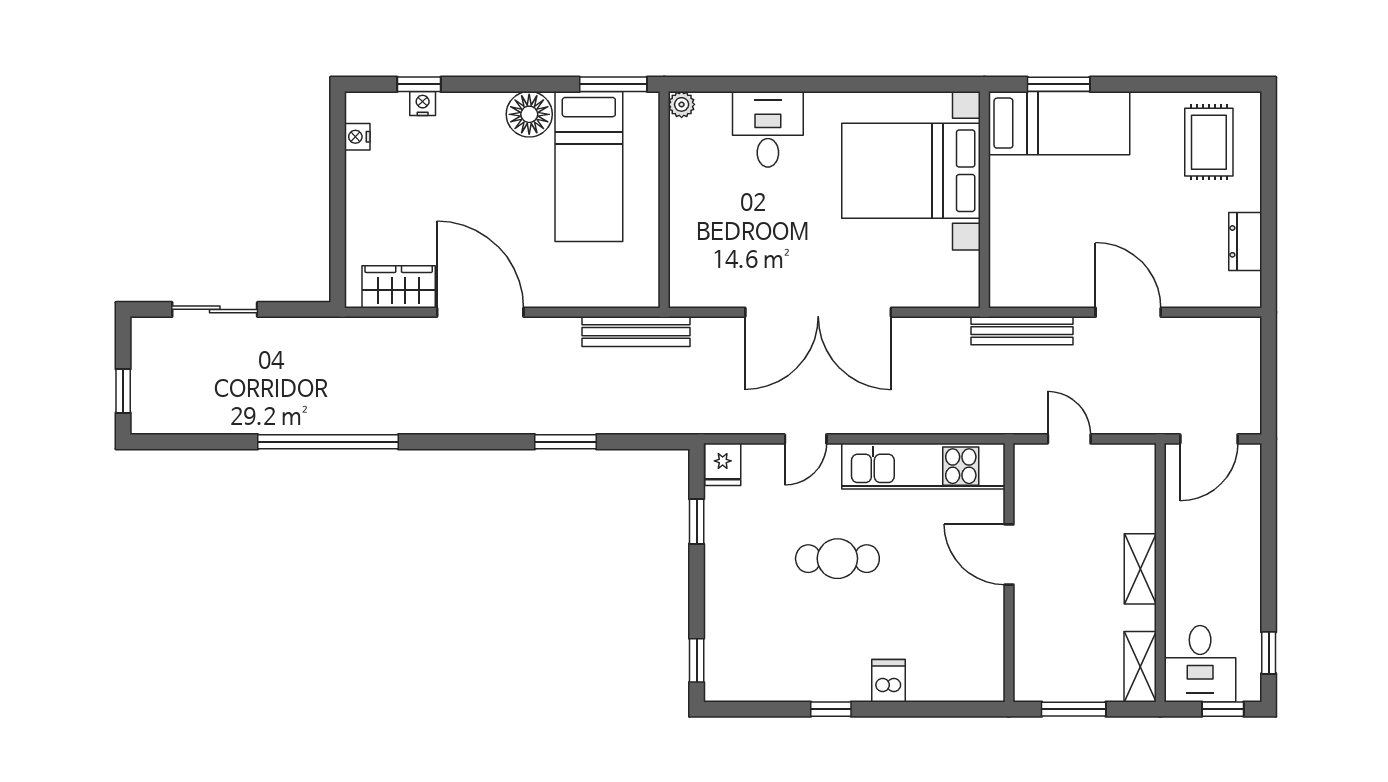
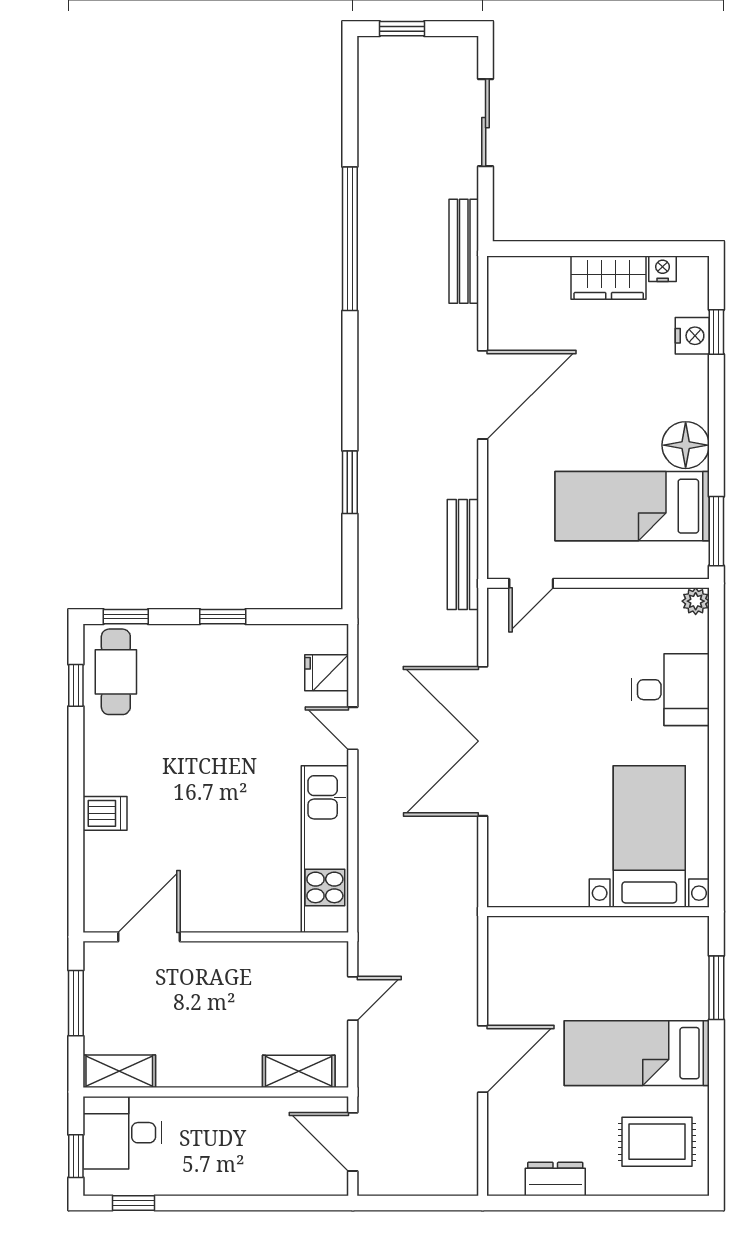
nightstand: (423, 103) -> (692, 336), width x1.39, depth x1.35
bed: (1059, 123) -> (637, 1053), moved, turned 90
bed with nightstands: (911, 171) -> (649, 836), width x0.73
door: (664, 265) -> (531, 583), added
wardrobe: (399, 287) -> (609, 278), moved, turned 90
bench: (1022, 331) -> (464, 251), moved
fridge: (723, 464) -> (327, 673), moved
window: (697, 521) -> (223, 617), moved
door: (1009, 555) -> (149, 937), moved
cafe table: (837, 559) -> (116, 672), moved
shelving: (1140, 569) -> (299, 1071), moved
window: (831, 709) -> (76, 685), moved

